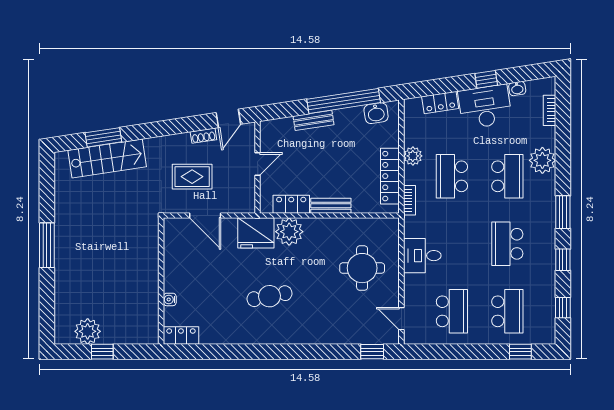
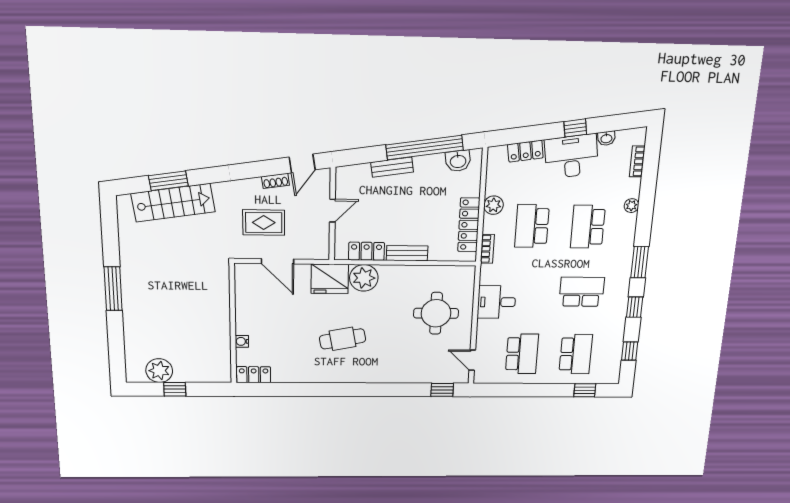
plant: (542, 160) -> (632, 206), width x0.53, depth x0.53
school desk: (507, 176) -> (588, 227), turned 180
school desk: (507, 244) -> (582, 292), turned 90

